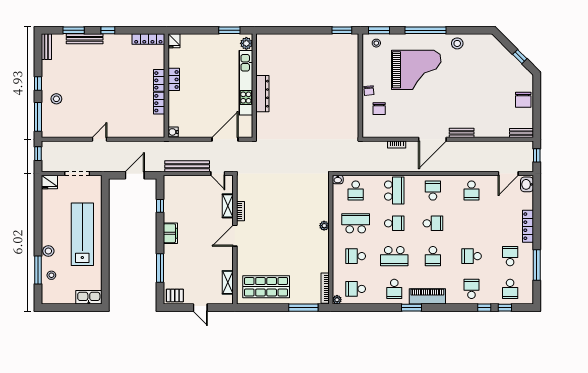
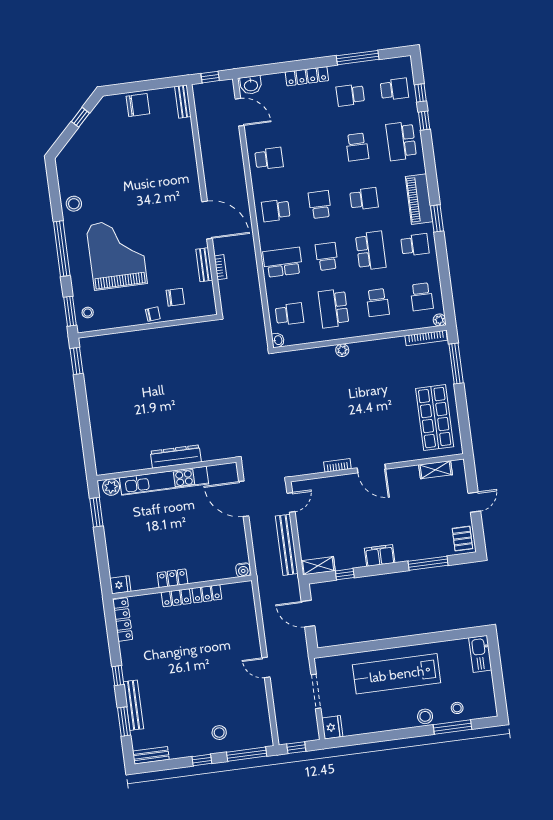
bench: (462, 133) -> (204, 265), moved
shelving: (228, 206) -> (318, 566), moved
school desk: (471, 289) -> (401, 141), width x1.85

